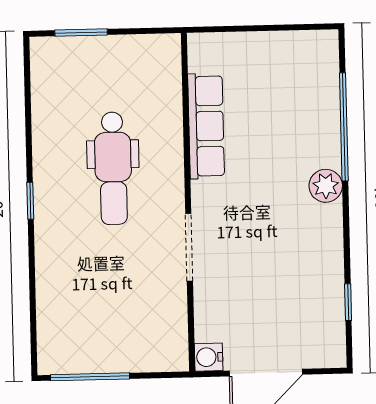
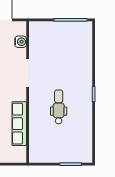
dental chair: (113, 168) -> (59, 107), width x0.73, depth x0.72
water cooler: (209, 357) -> (21, 42), moved

